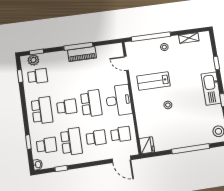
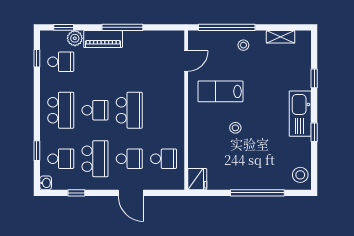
piano: (82, 54) -> (103, 39), moved
plant: (33, 60) -> (75, 38), moved
door: (126, 63) -> (186, 61), swing flipped
desk: (119, 100) -> (168, 111), removed
door: (122, 159) -> (131, 193), moved

